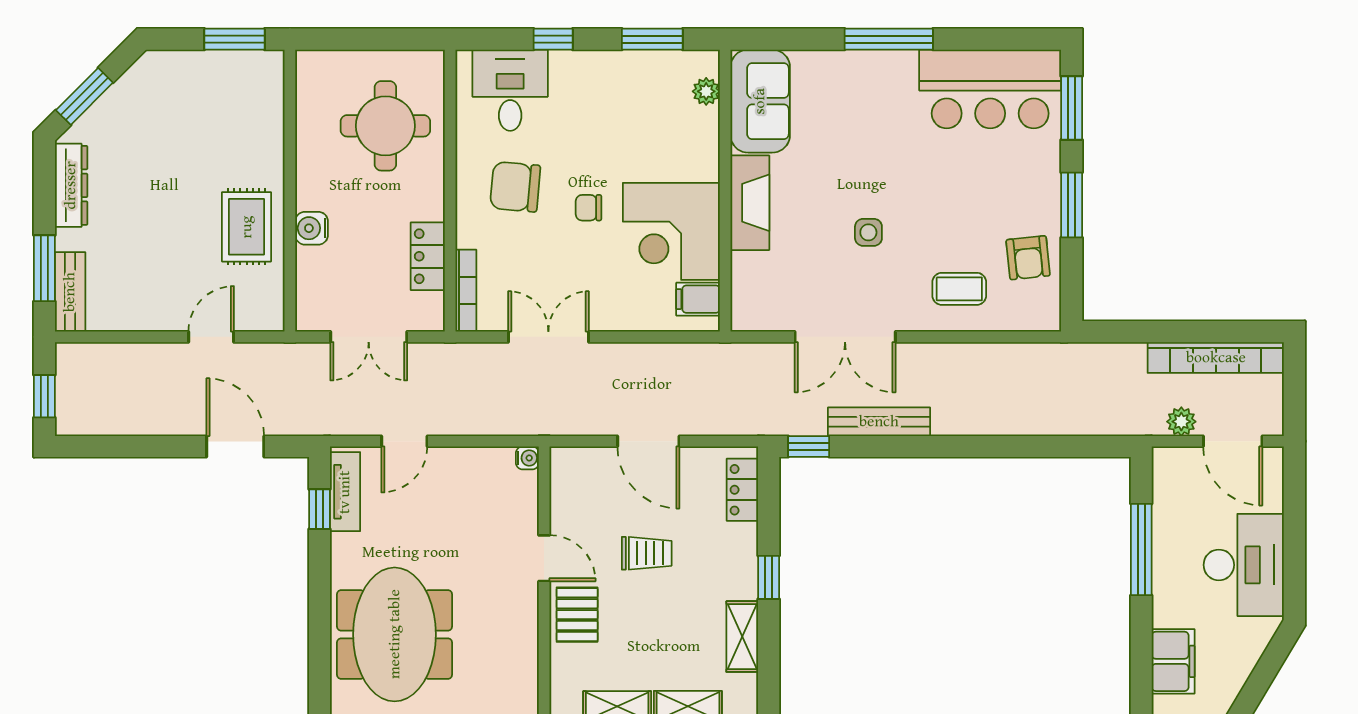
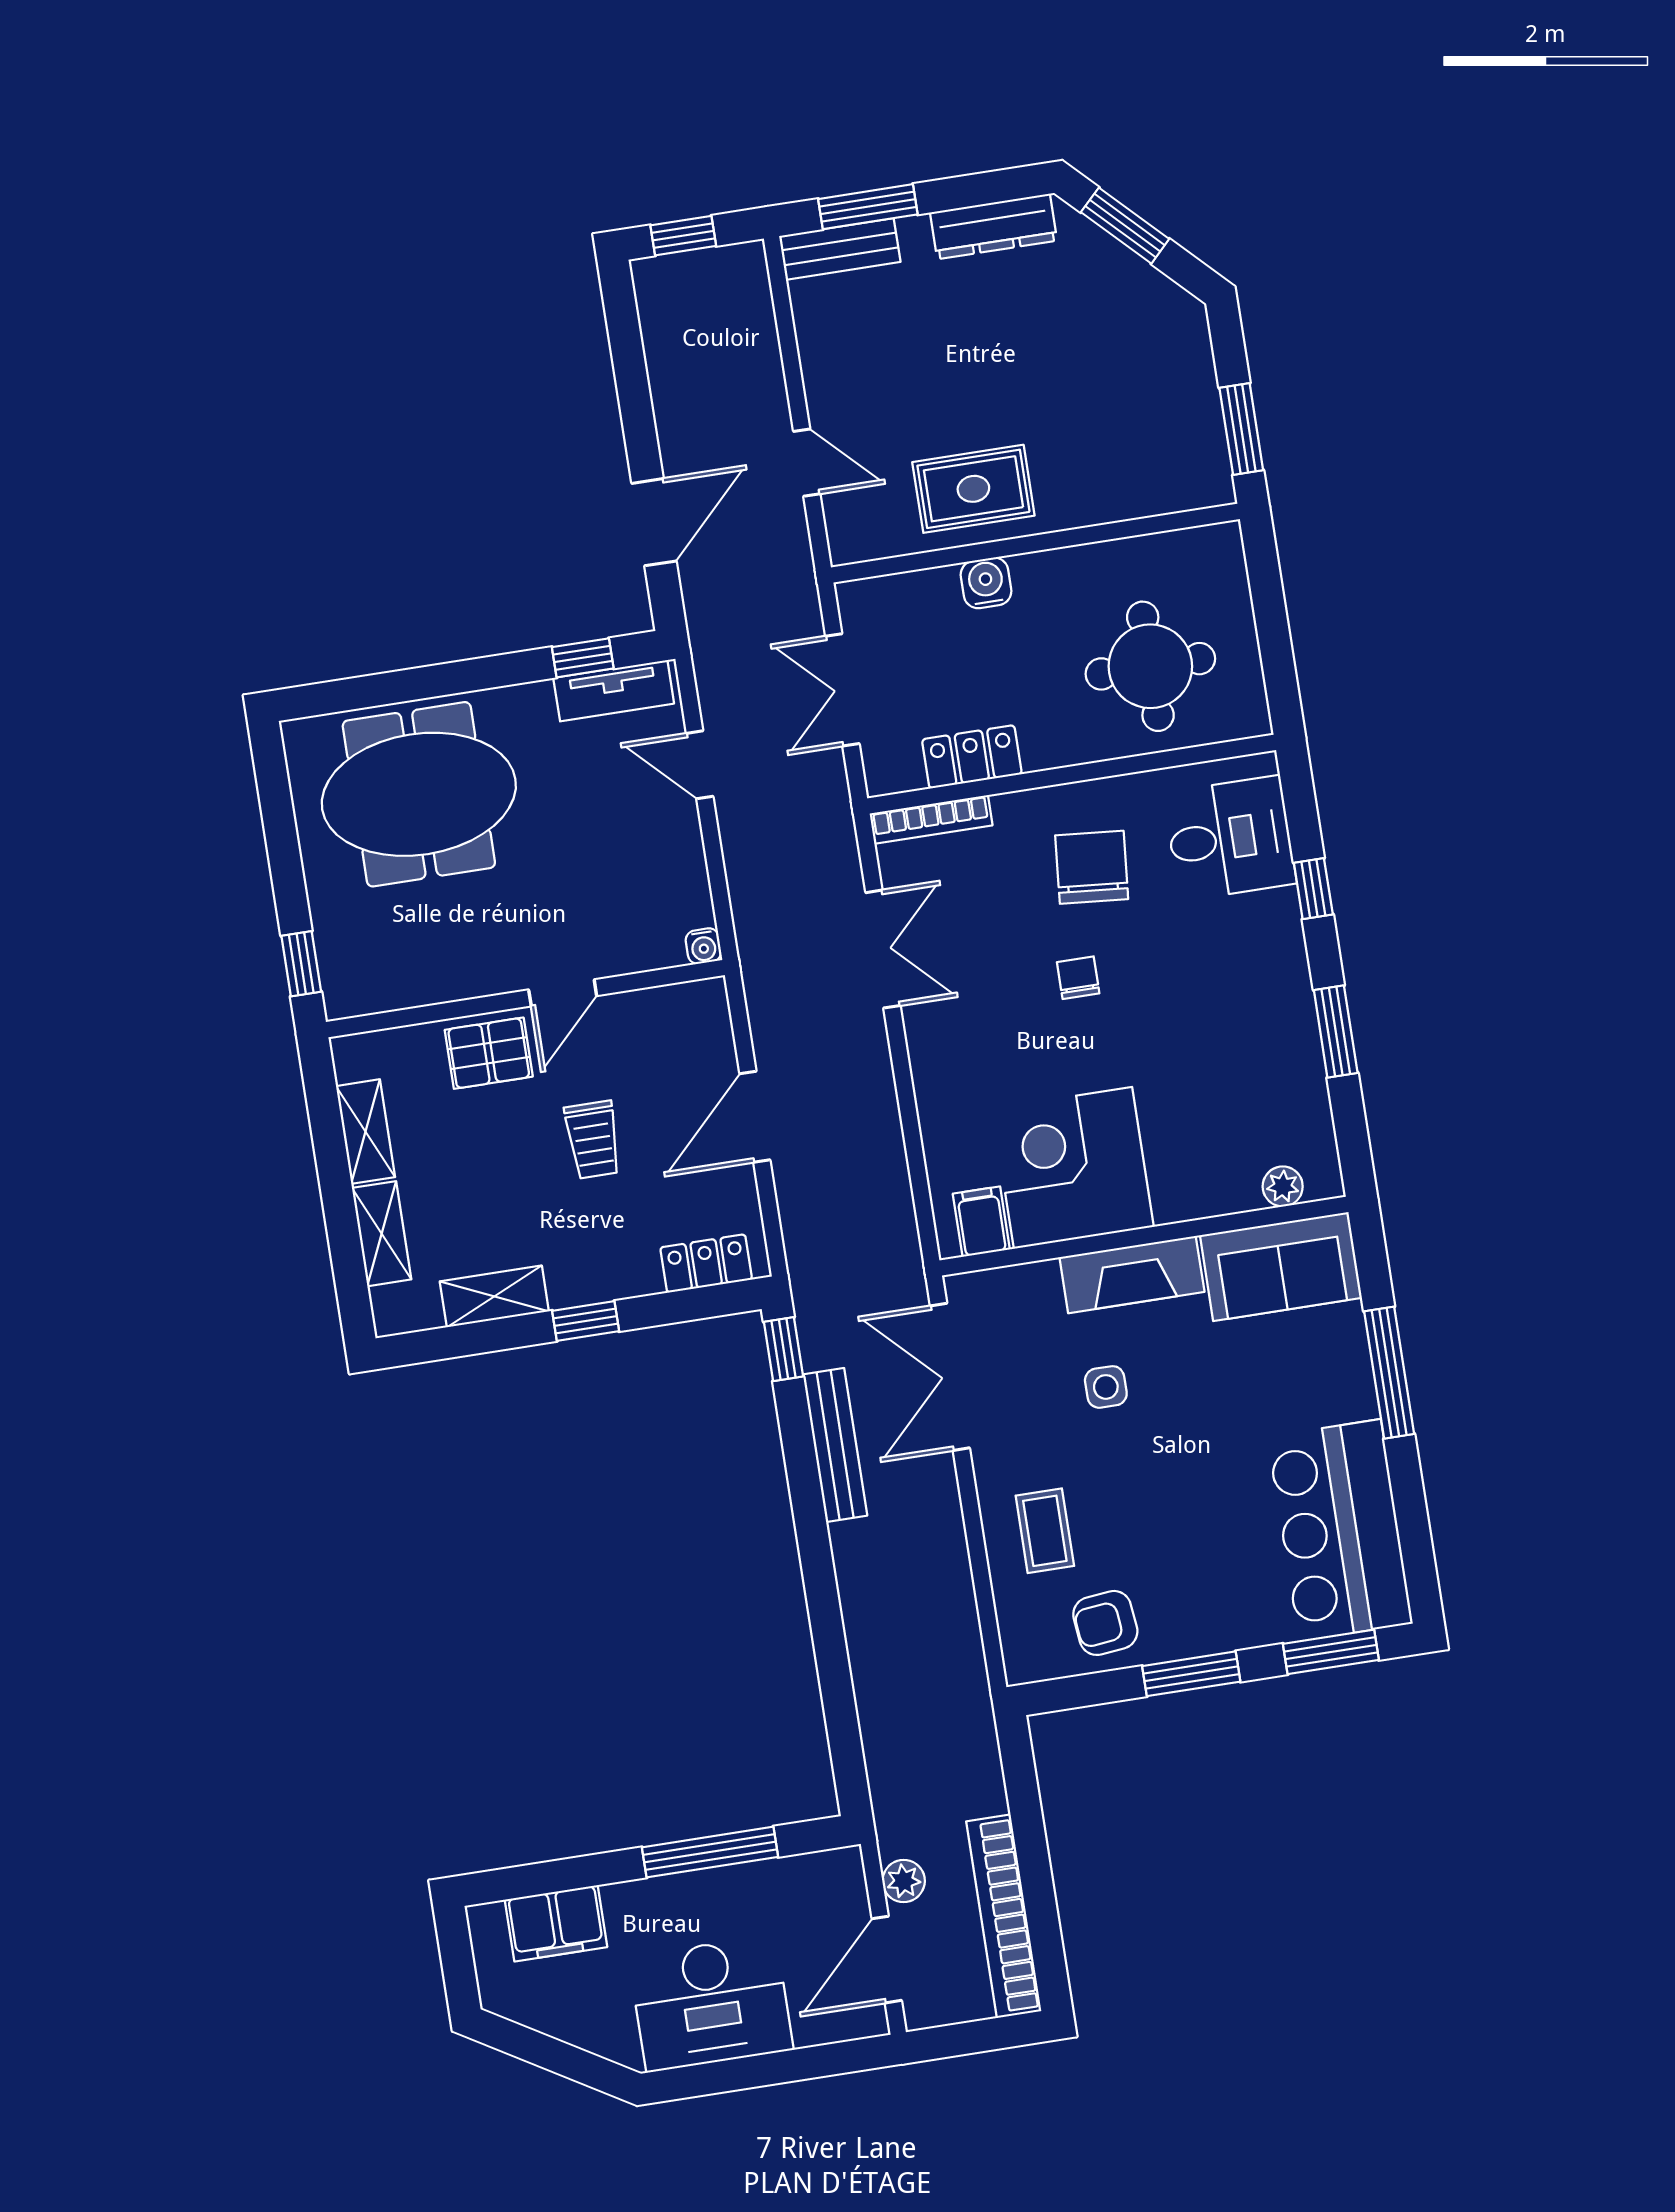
plant: (706, 91) -> (1283, 1186), moved
sofa: (760, 101) -> (1281, 1266), moved
wall: (725, 191) -> (1144, 1236), moved
fireplace: (750, 203) -> (1132, 1275), moved
corner desk: (671, 231) -> (1073, 1168), moved
filing cabinet: (698, 299) -> (981, 1222), moved

